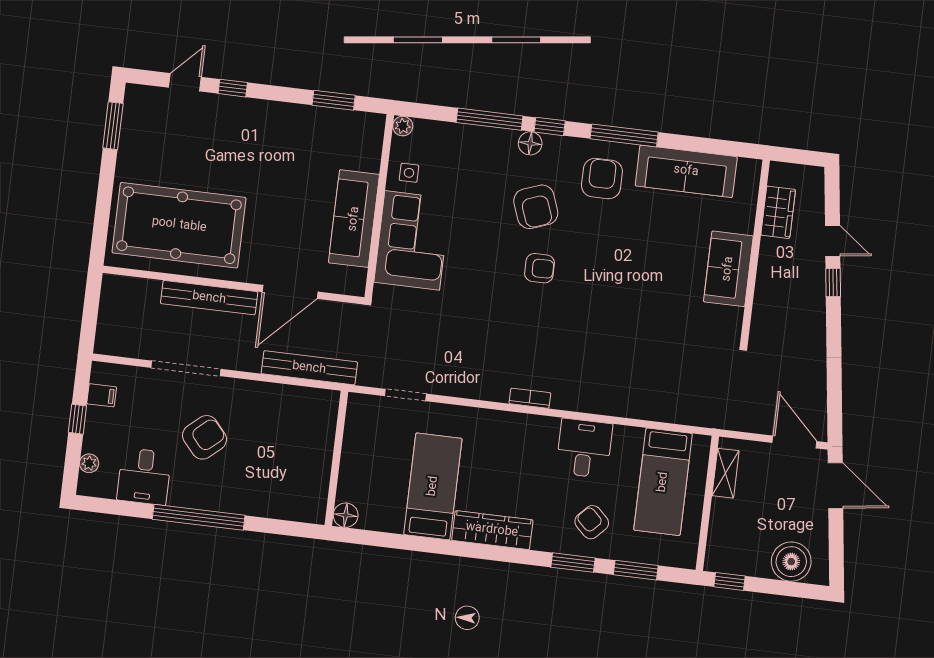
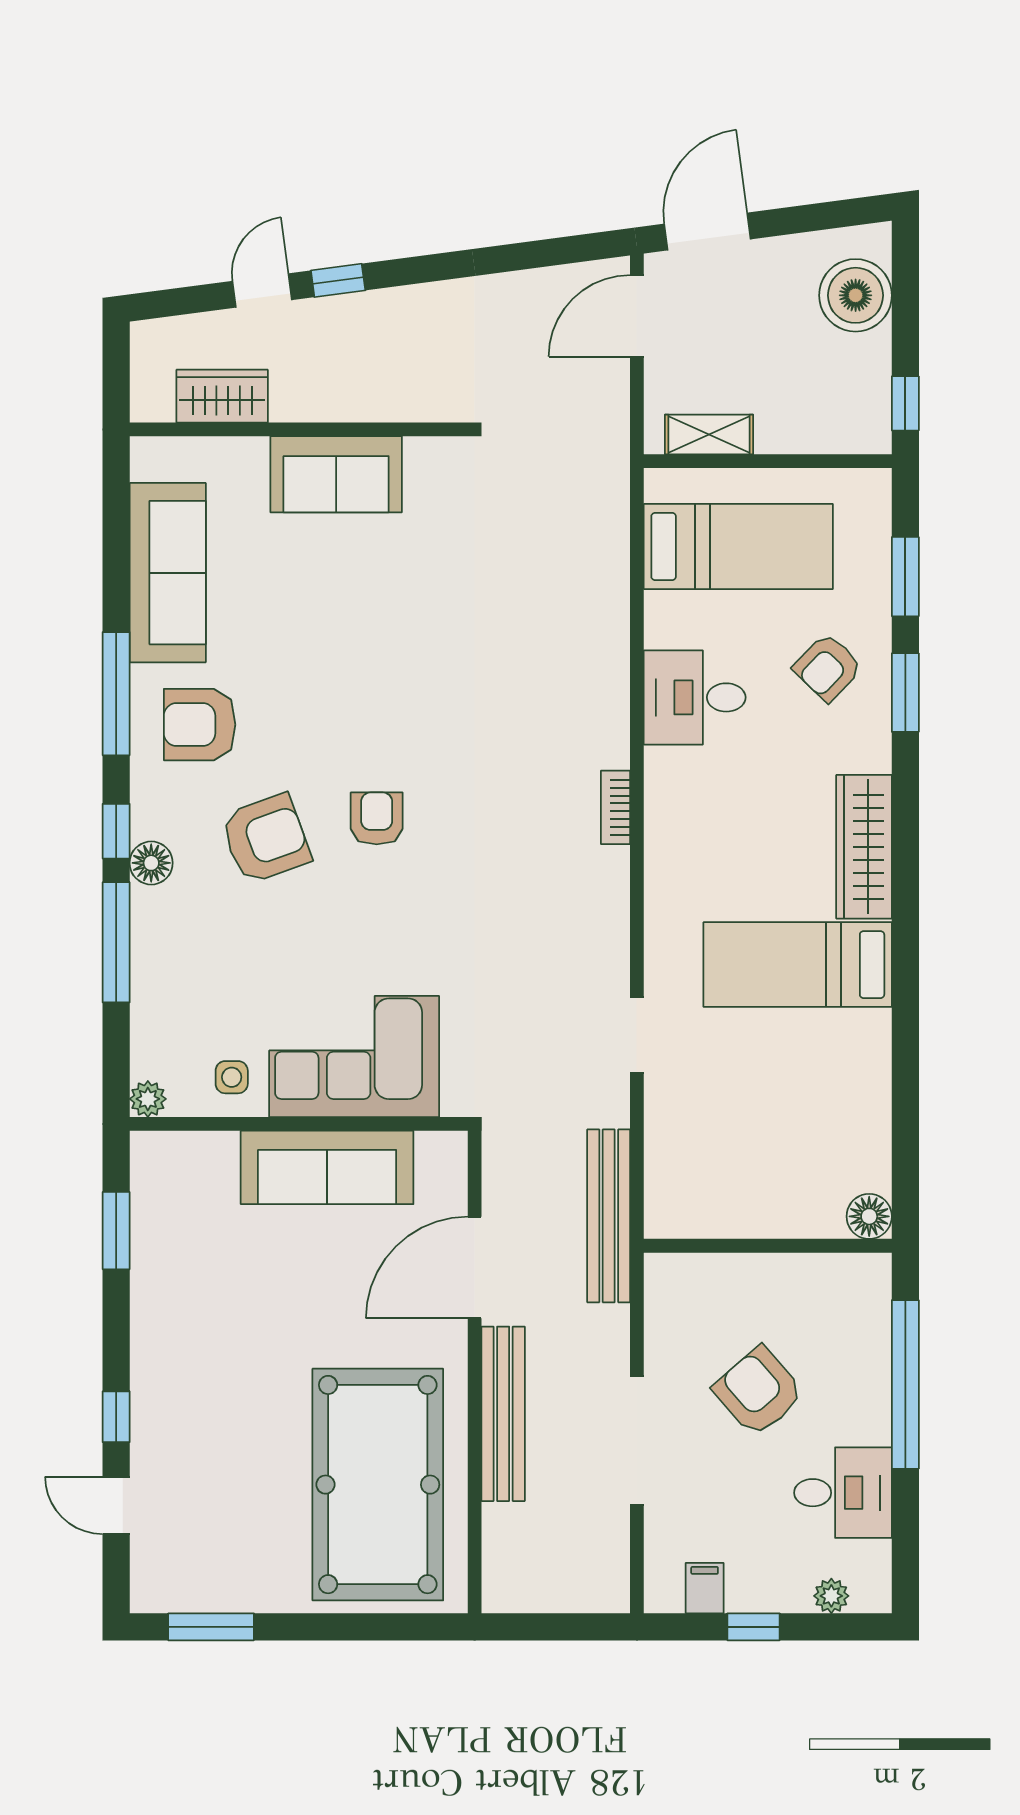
door: (290, 292) -> (475, 1268), swing flipped
wall: (336, 458) -> (768, 1246), moved
floor lamp: (346, 515) -> (869, 1216), moved

